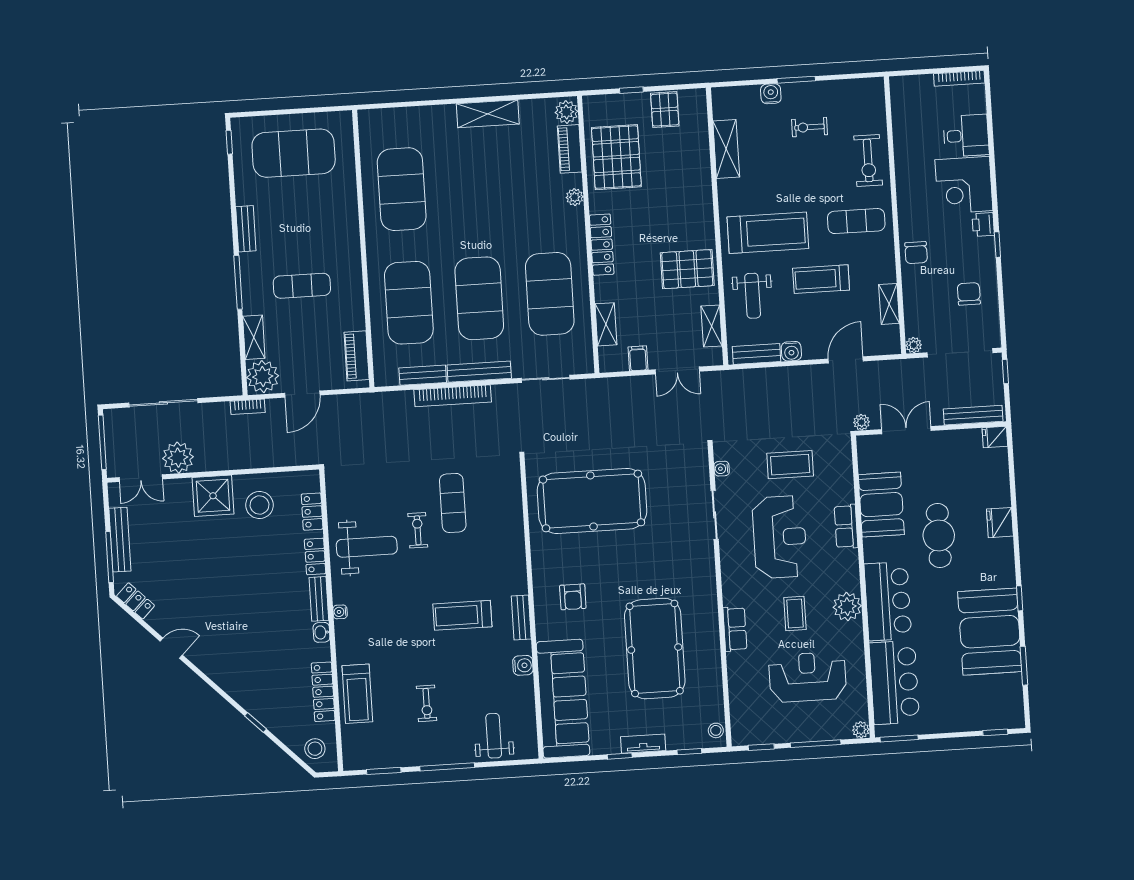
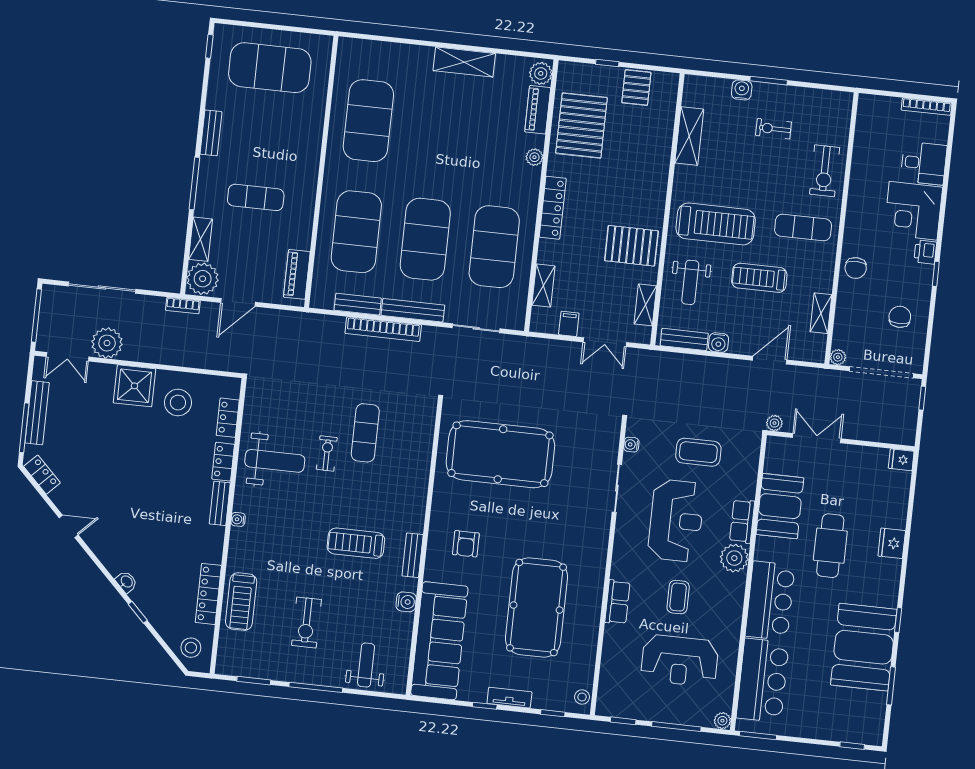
bench: (973, 415) -> (884, 435), removed
plant: (847, 607) -> (734, 558), moved
washbasin: (321, 632) -> (126, 582), moved, turned 135
reception desk: (808, 677) -> (680, 661), turned 180
exercise bike: (427, 703) -> (306, 622), width x1.38, depth x1.39

